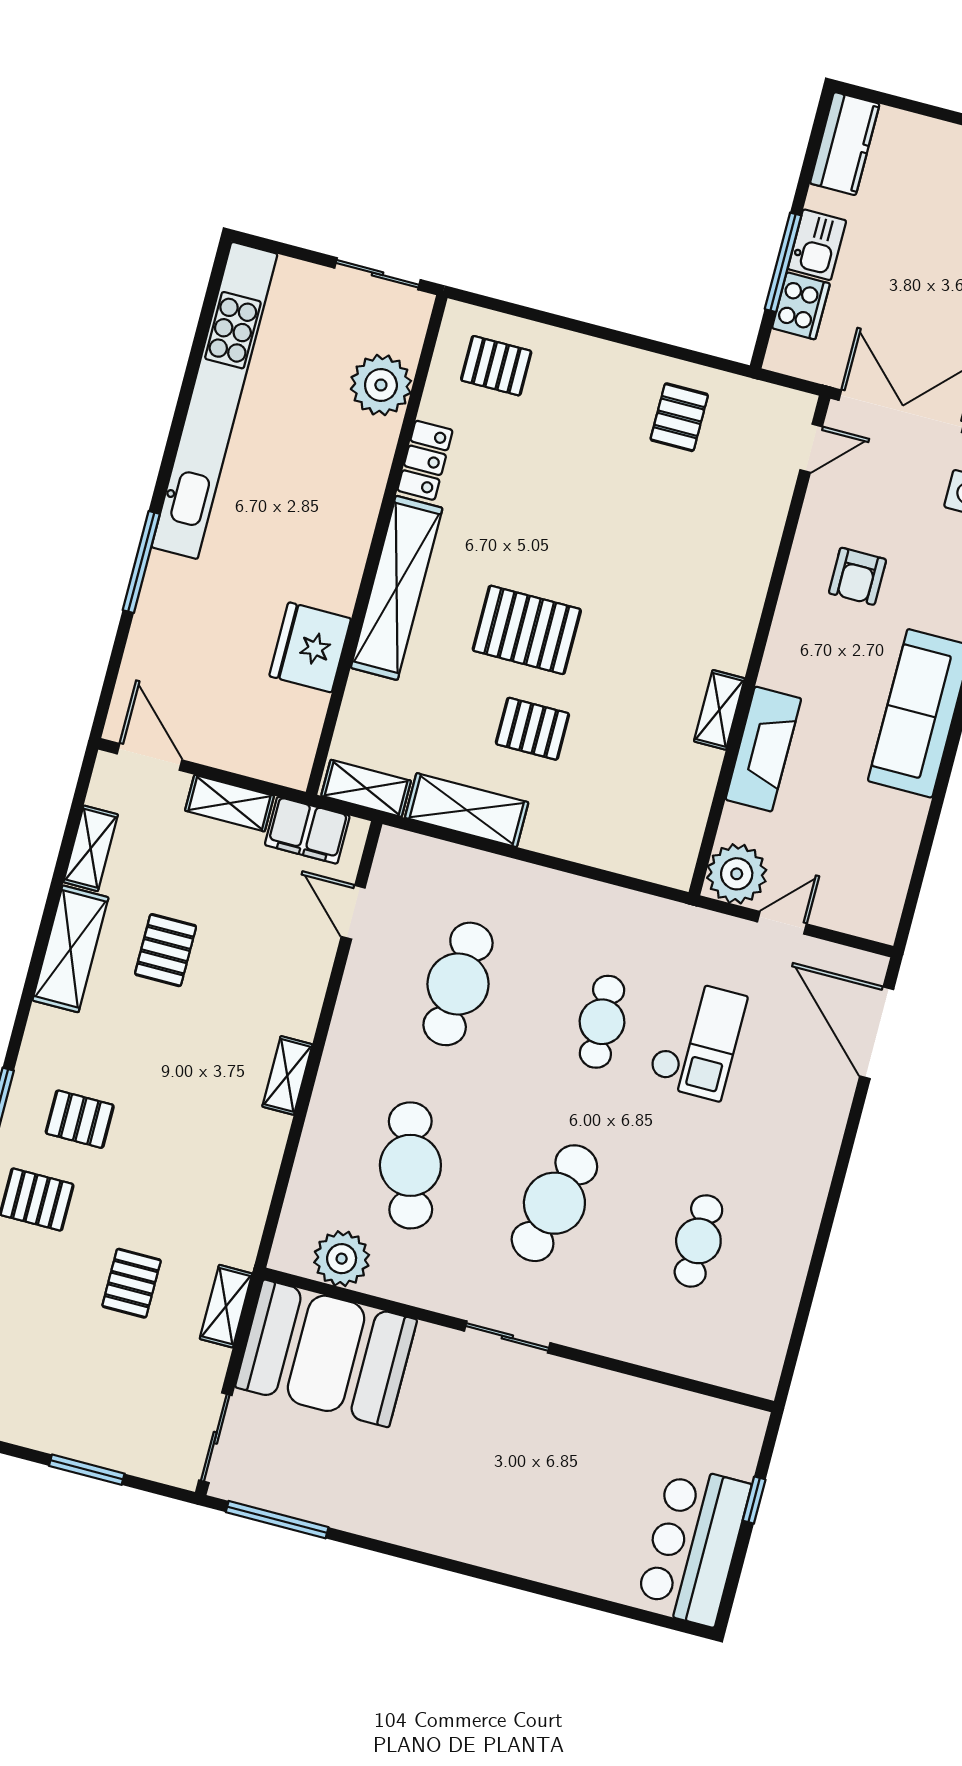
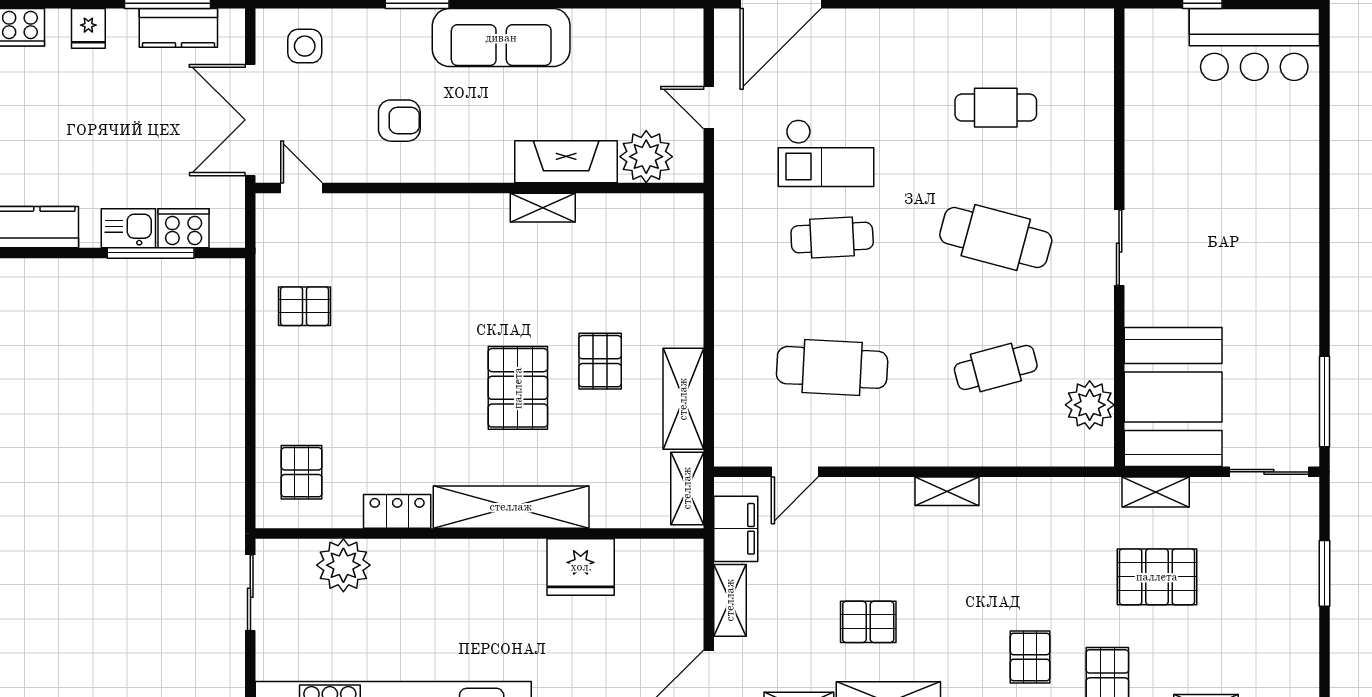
plant: (737, 874) -> (646, 157), moved
checkout: (697, 1040) -> (826, 153), turned 180
cafe table: (410, 1165) -> (996, 367), width x0.73, depth x0.74
pallet: (132, 1283) -> (1157, 577), width x1.50, depth x1.42

